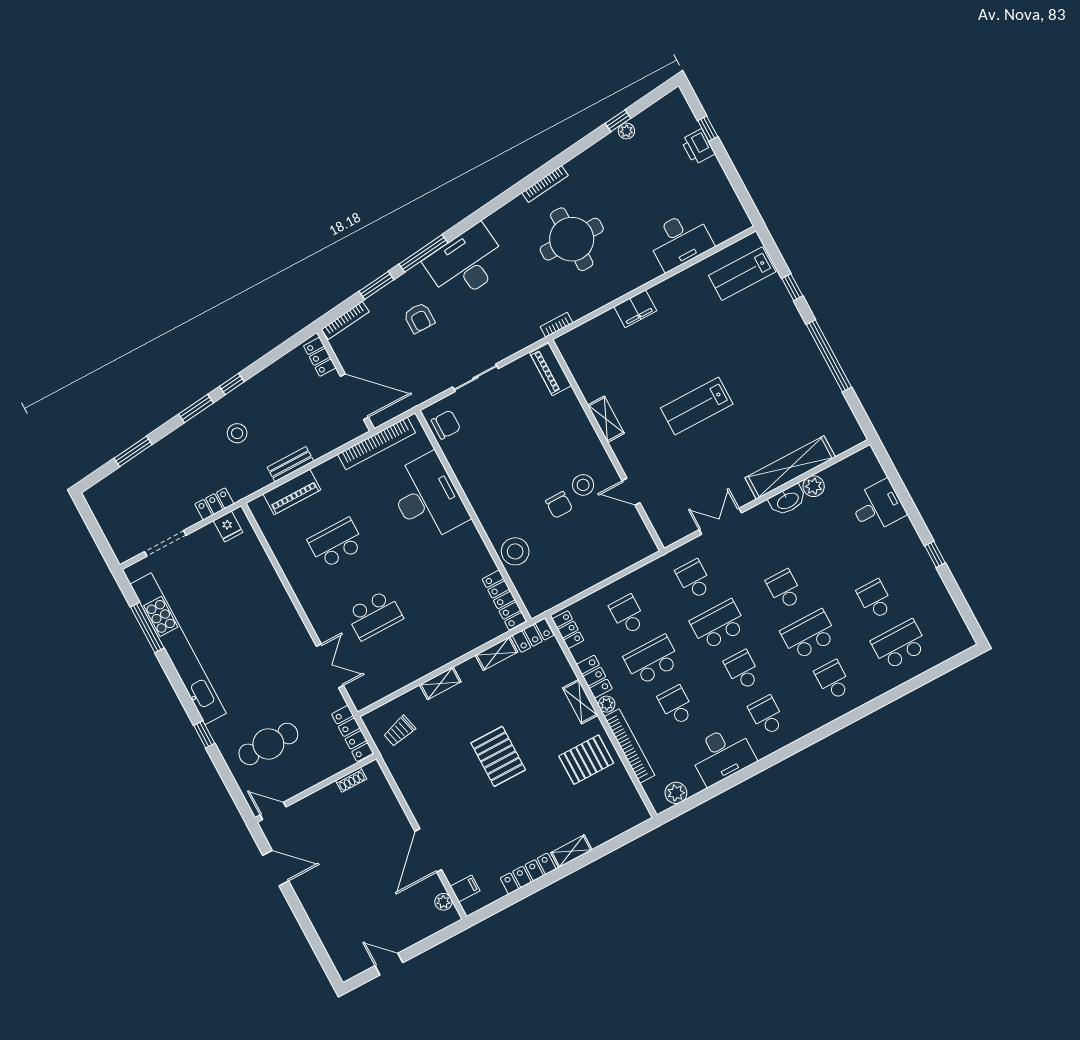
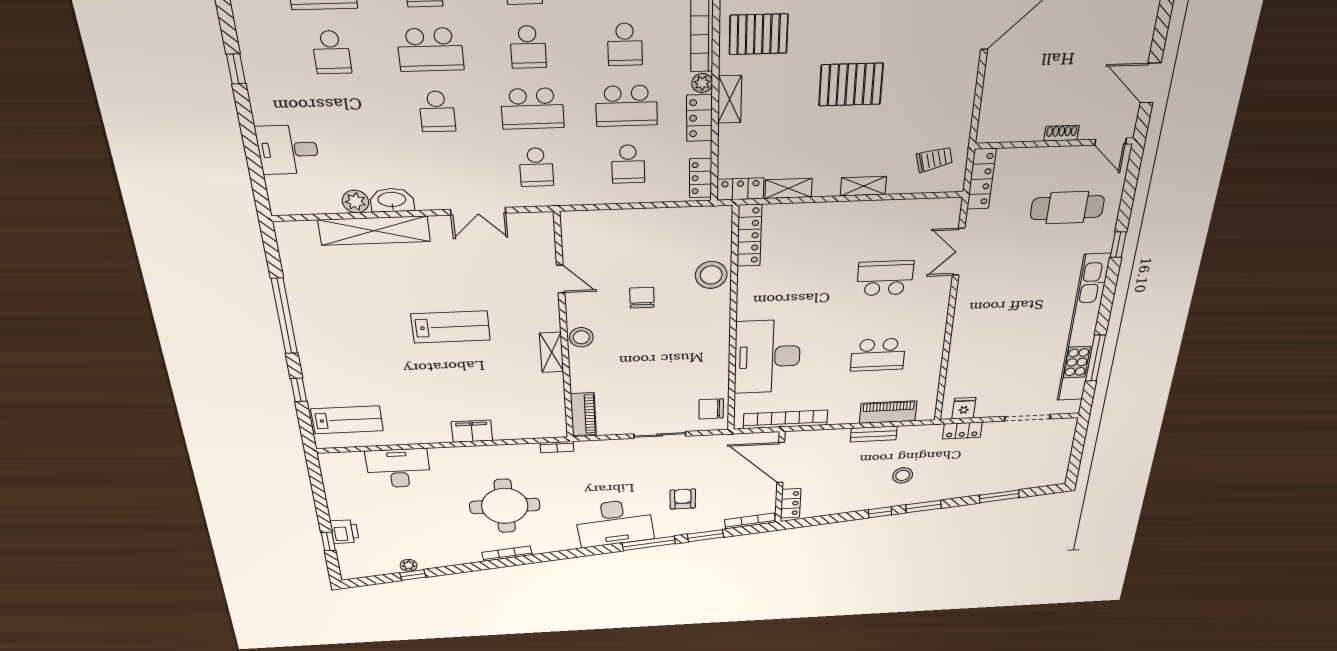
stool: (583, 485) -> (581, 337), moved
pallet: (498, 756) -> (851, 85), turned 90
shoe rack: (351, 780) -> (1062, 133), moved

